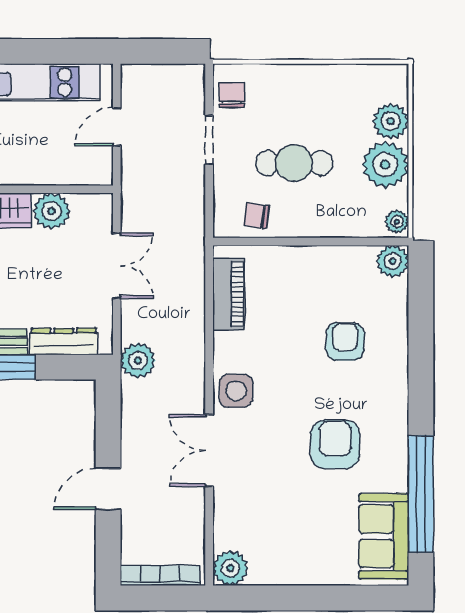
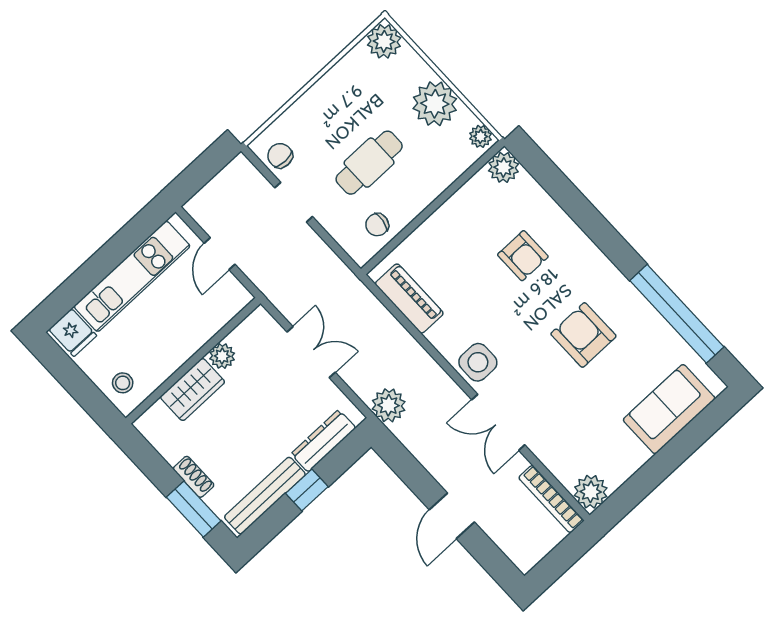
plant: (391, 121) -> (384, 41), moved
plant: (52, 211) -> (222, 356), width x0.73, depth x0.73
armchair: (345, 342) -> (523, 256), turned 180
sofa: (384, 536) -> (669, 409), moved, turned 90
bookcase: (160, 575) -> (551, 499), moved, turned -90

